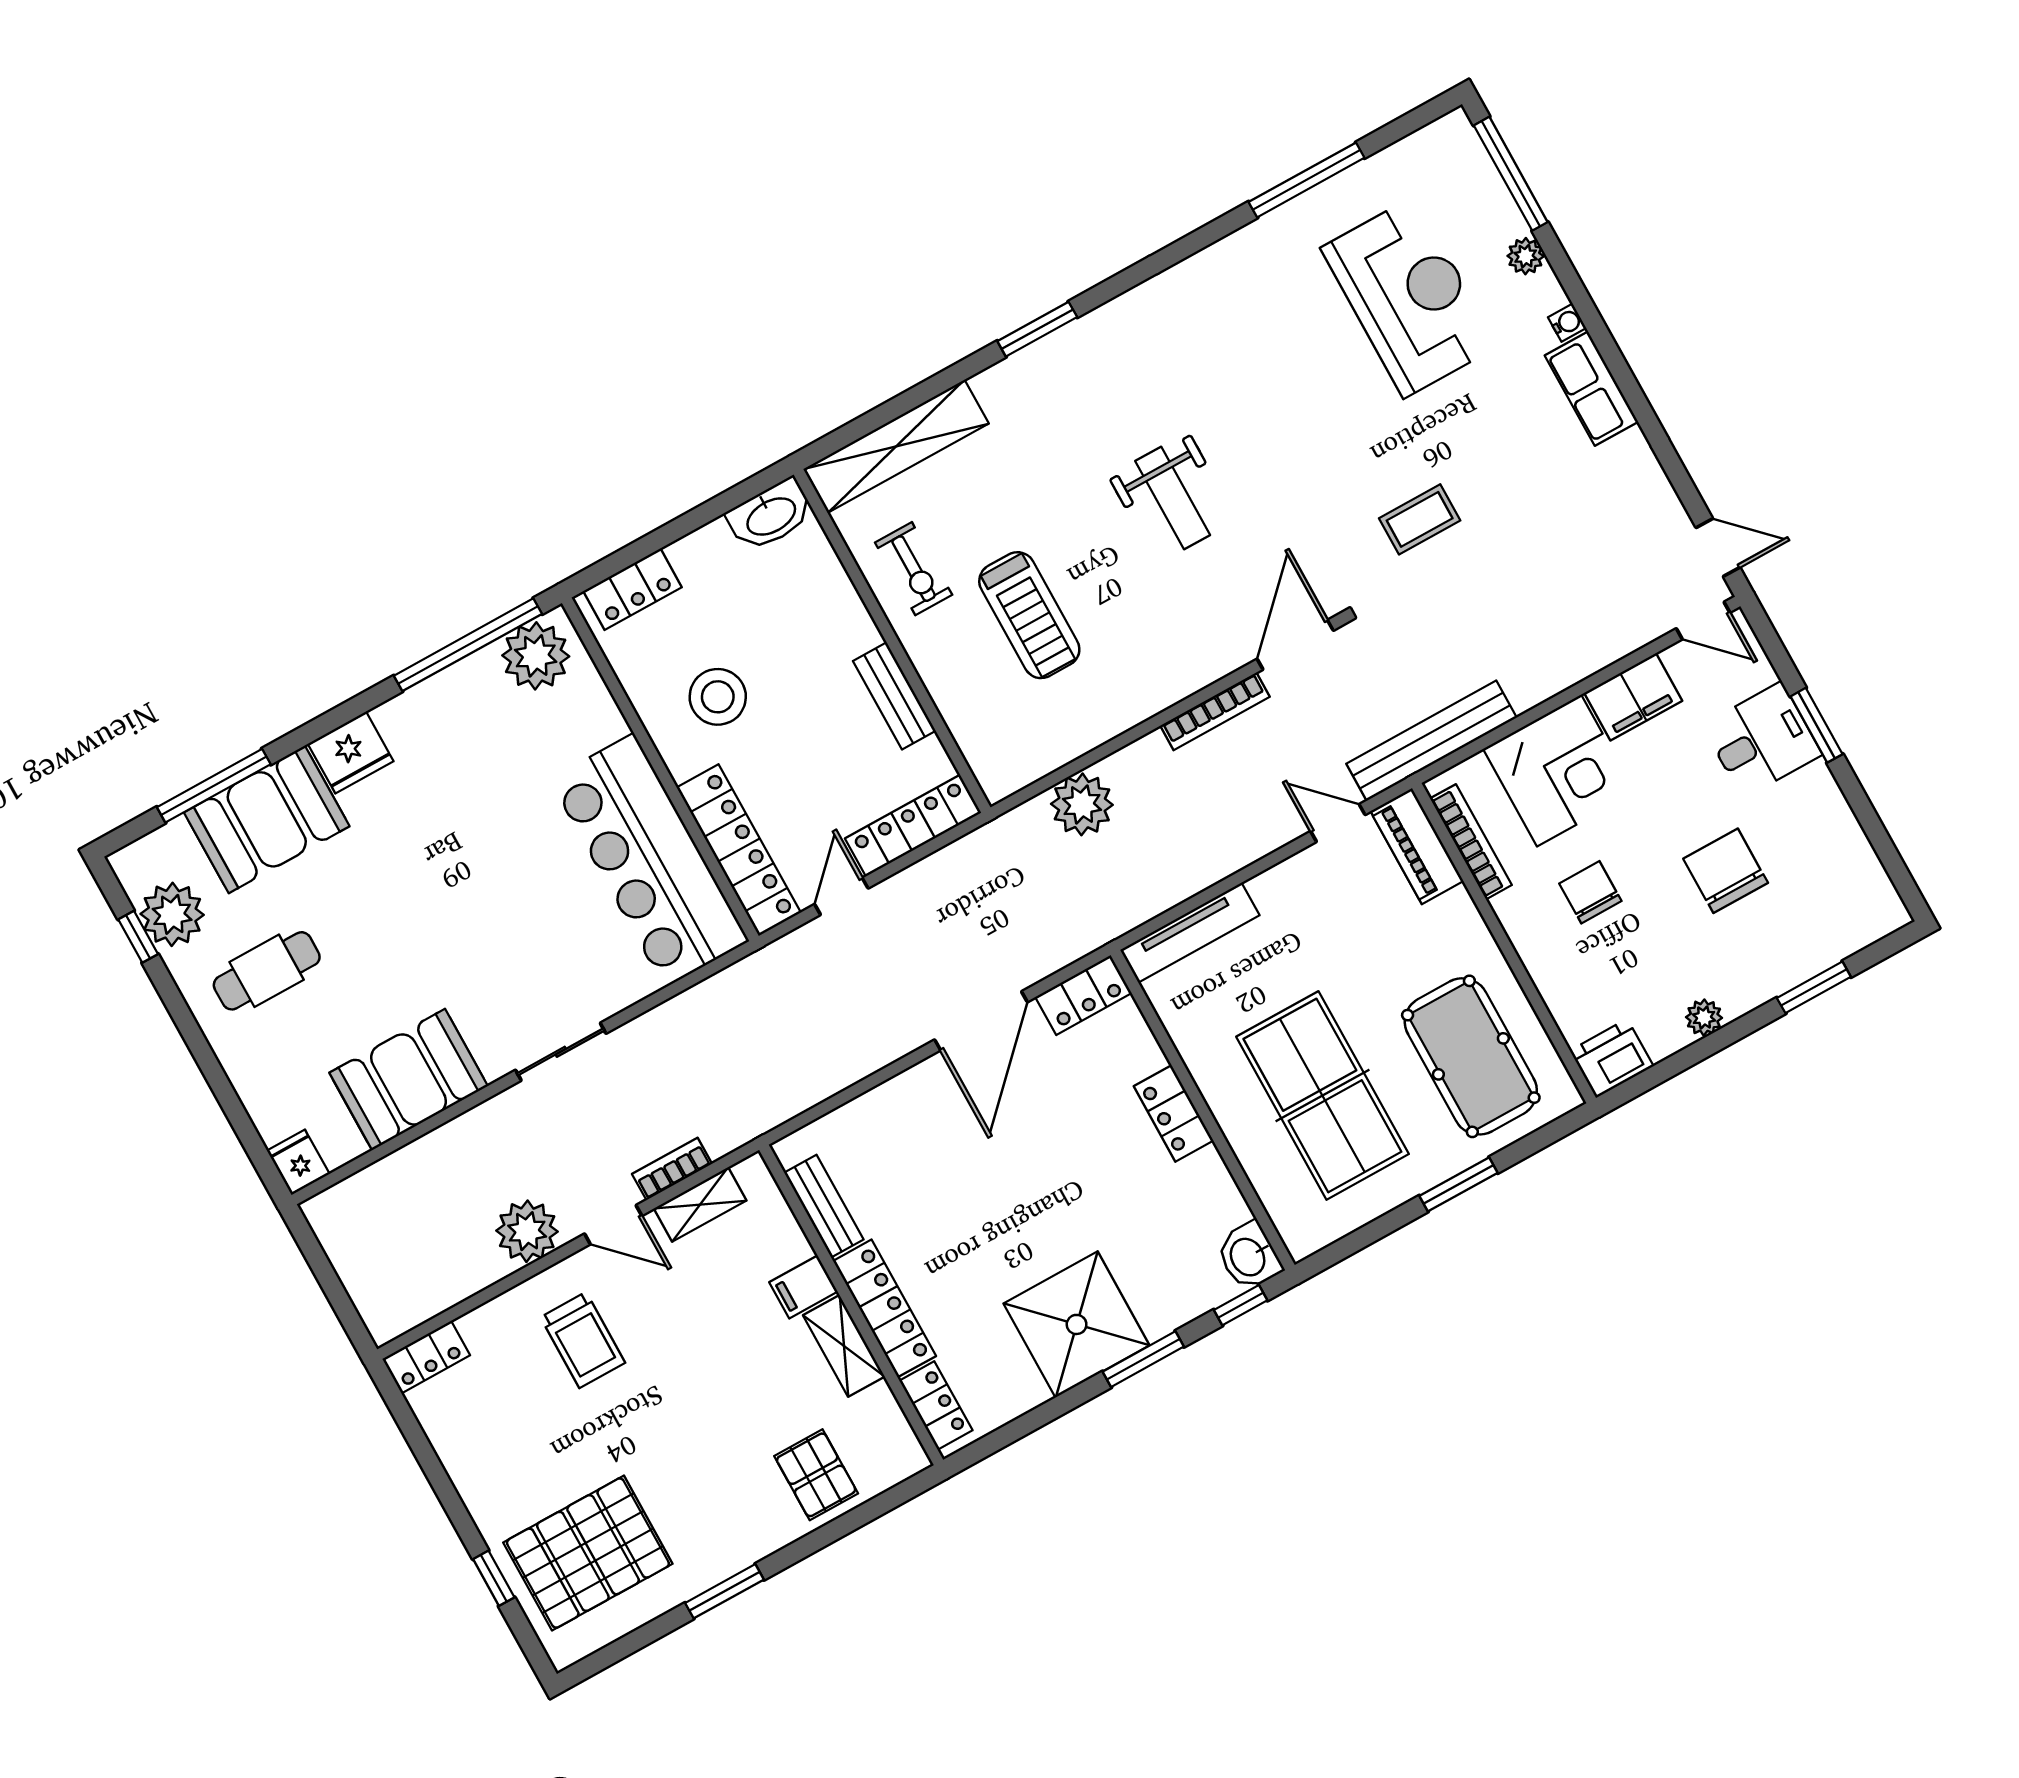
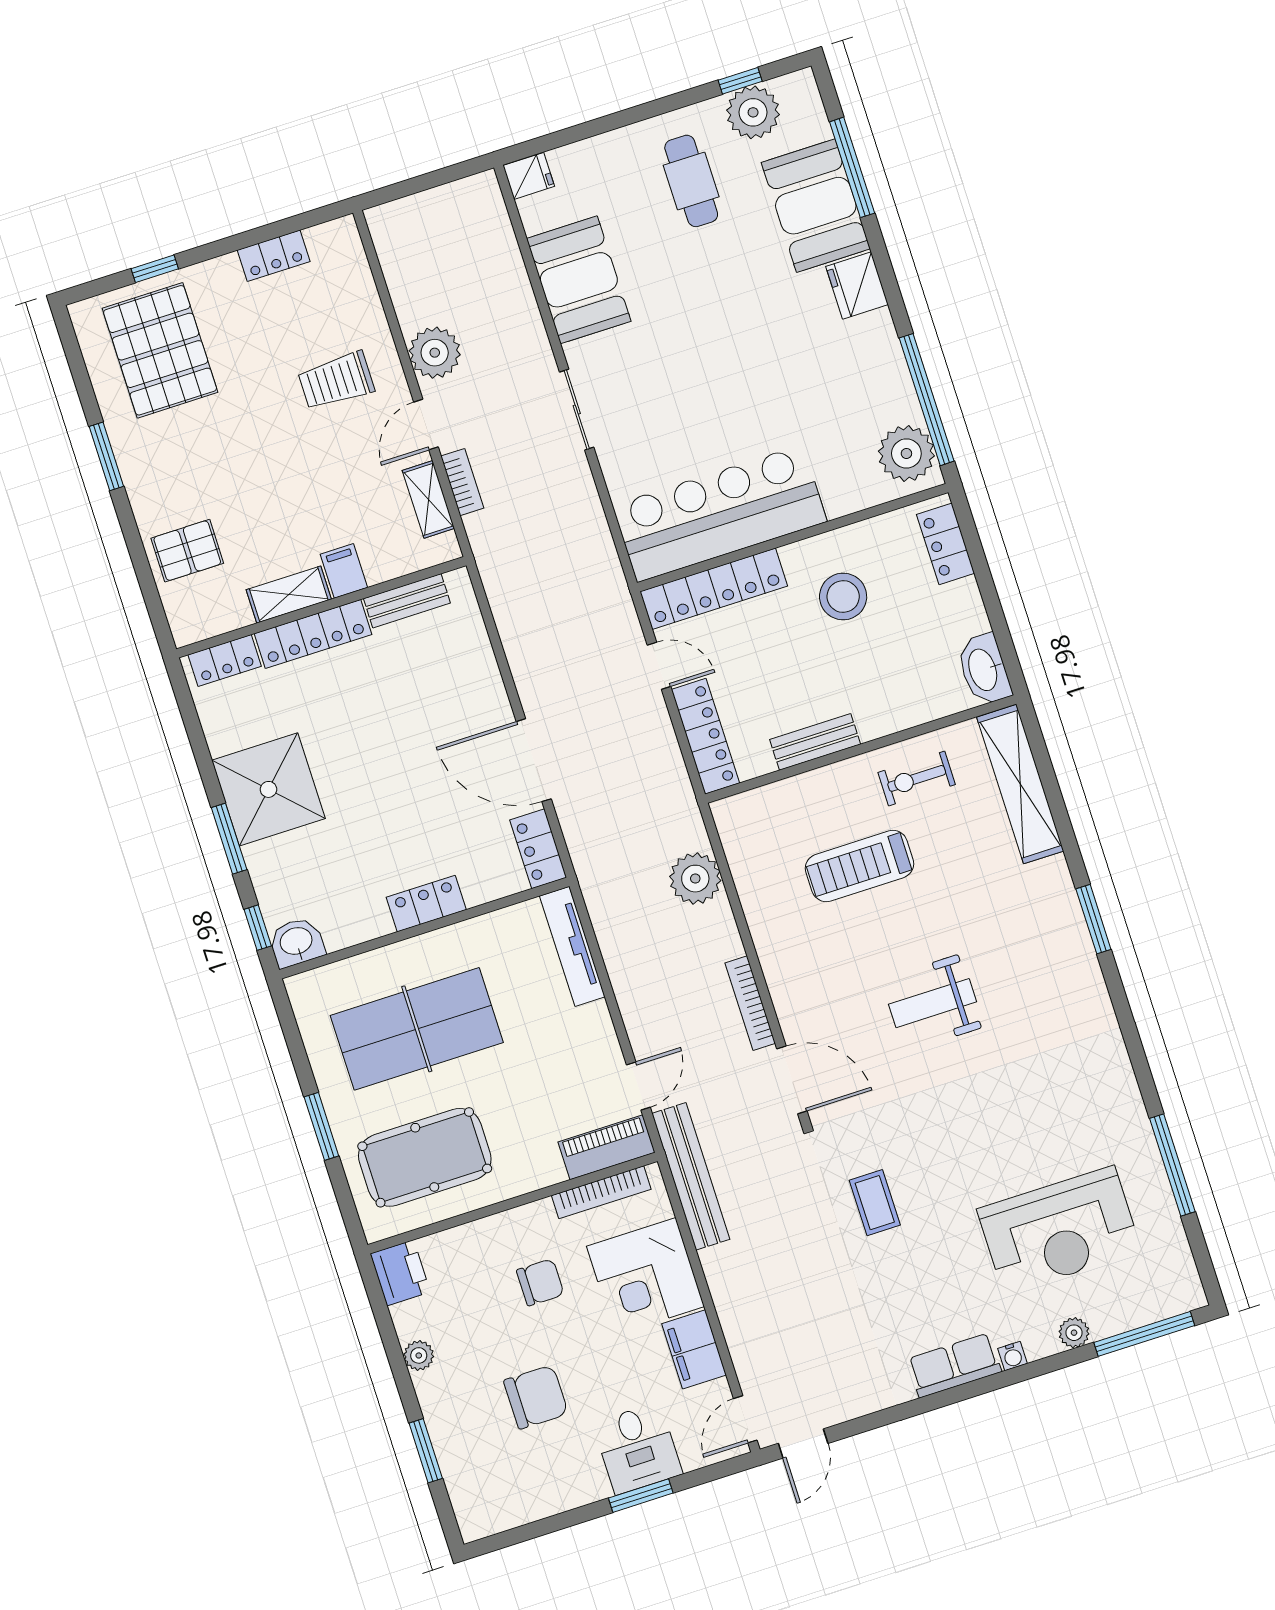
locker: (426, 1357) -> (274, 256), moved, turned -90

